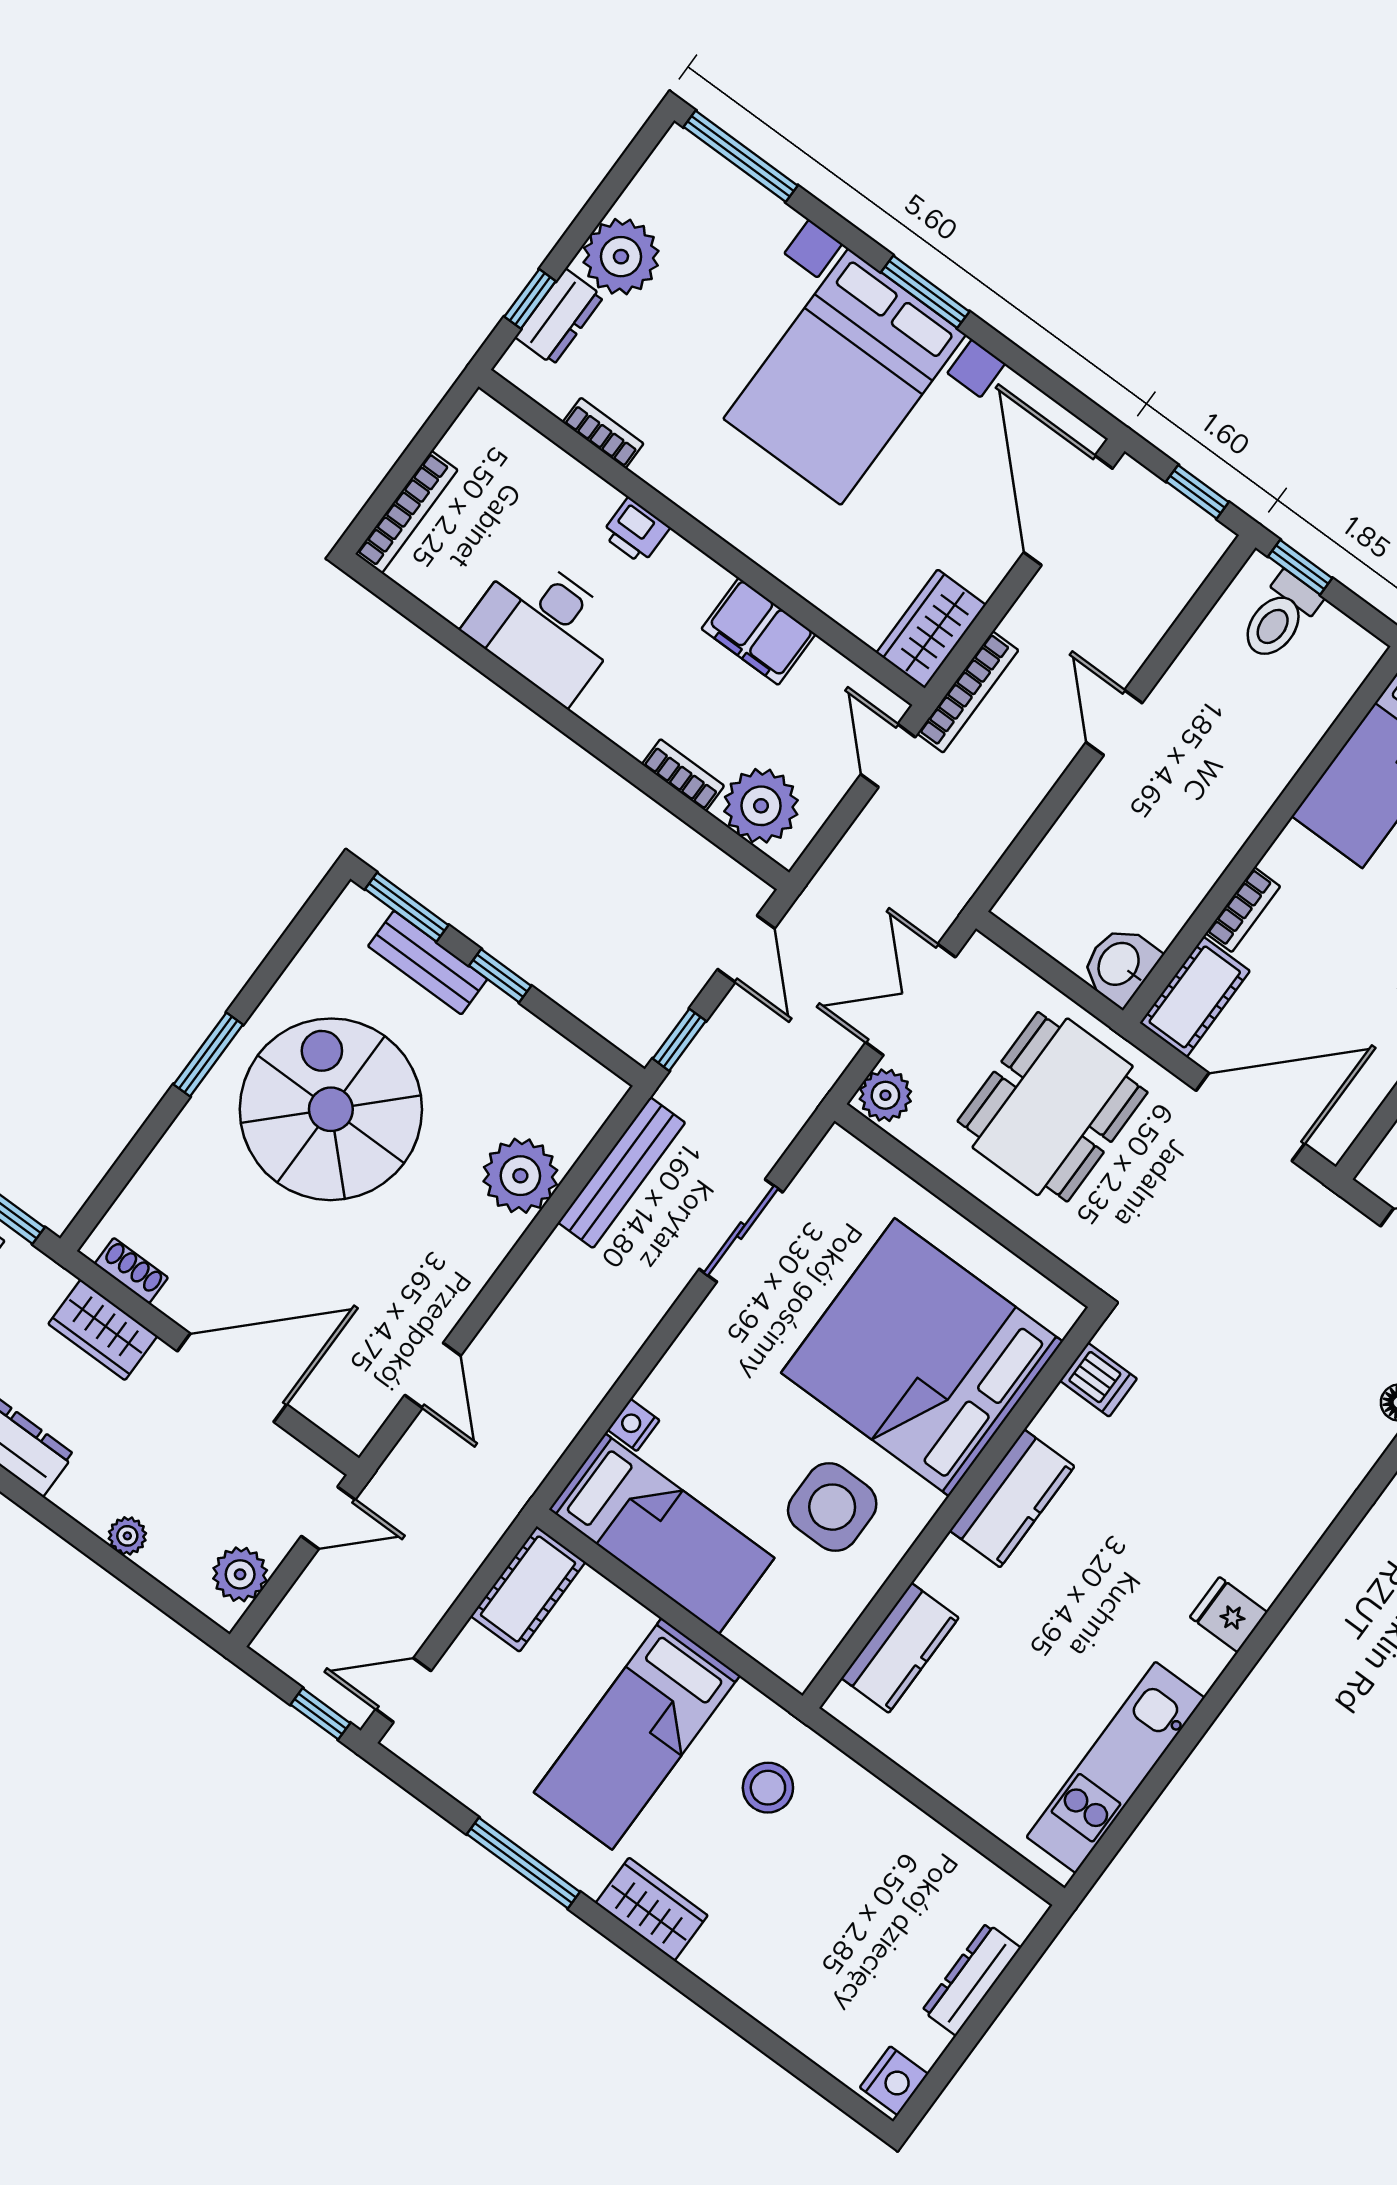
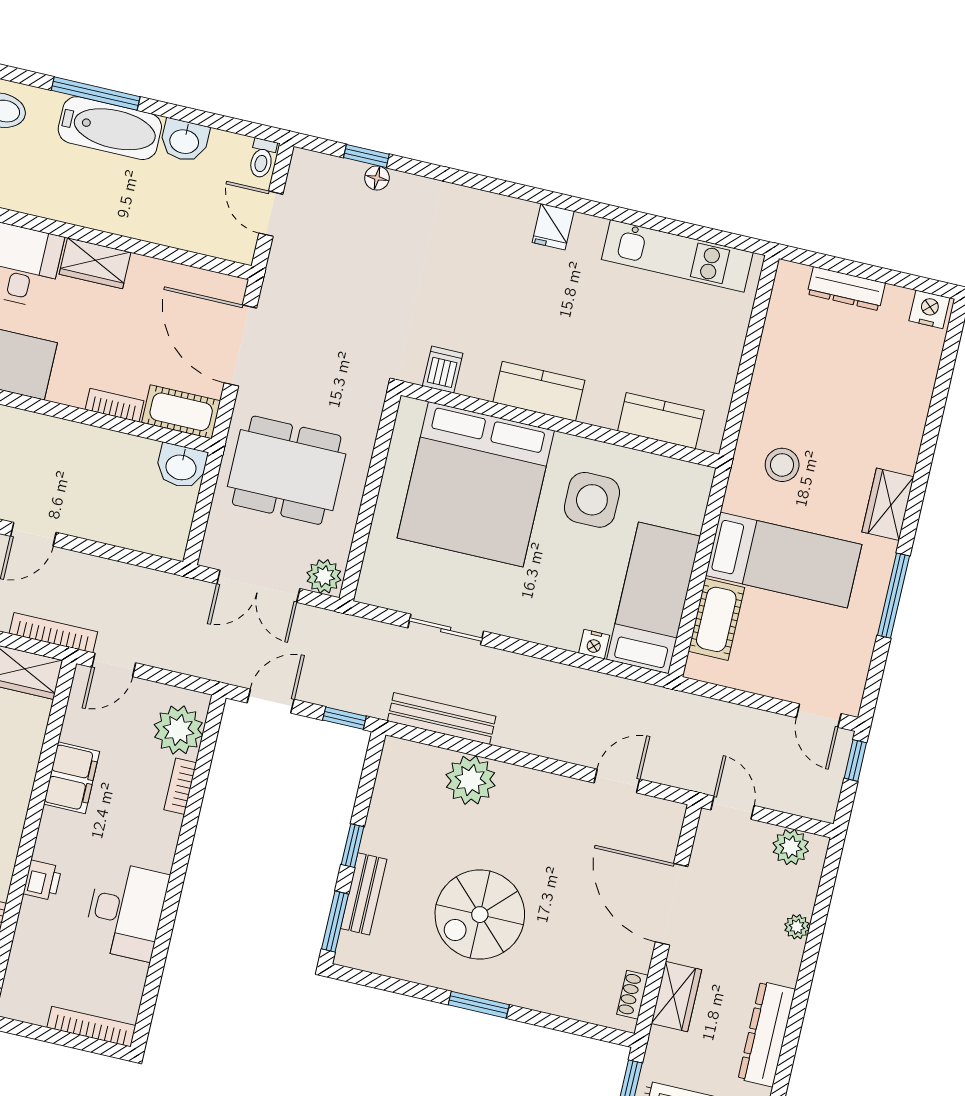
spiral stairs: (331, 1109) -> (480, 915), width x0.73, depth x0.73
cot: (528, 1589) -> (716, 619), moved, turned 90

